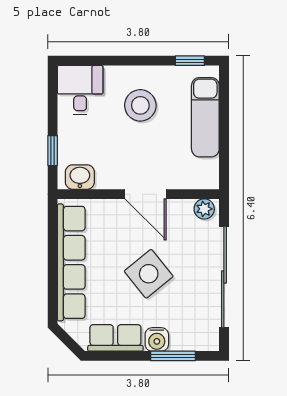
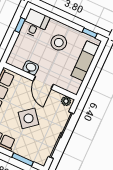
window: (53, 151) -> (20, 25), moved
washbasin: (80, 177) -> (31, 68), moved
water cooler: (157, 339) -> (19, 149), removed

